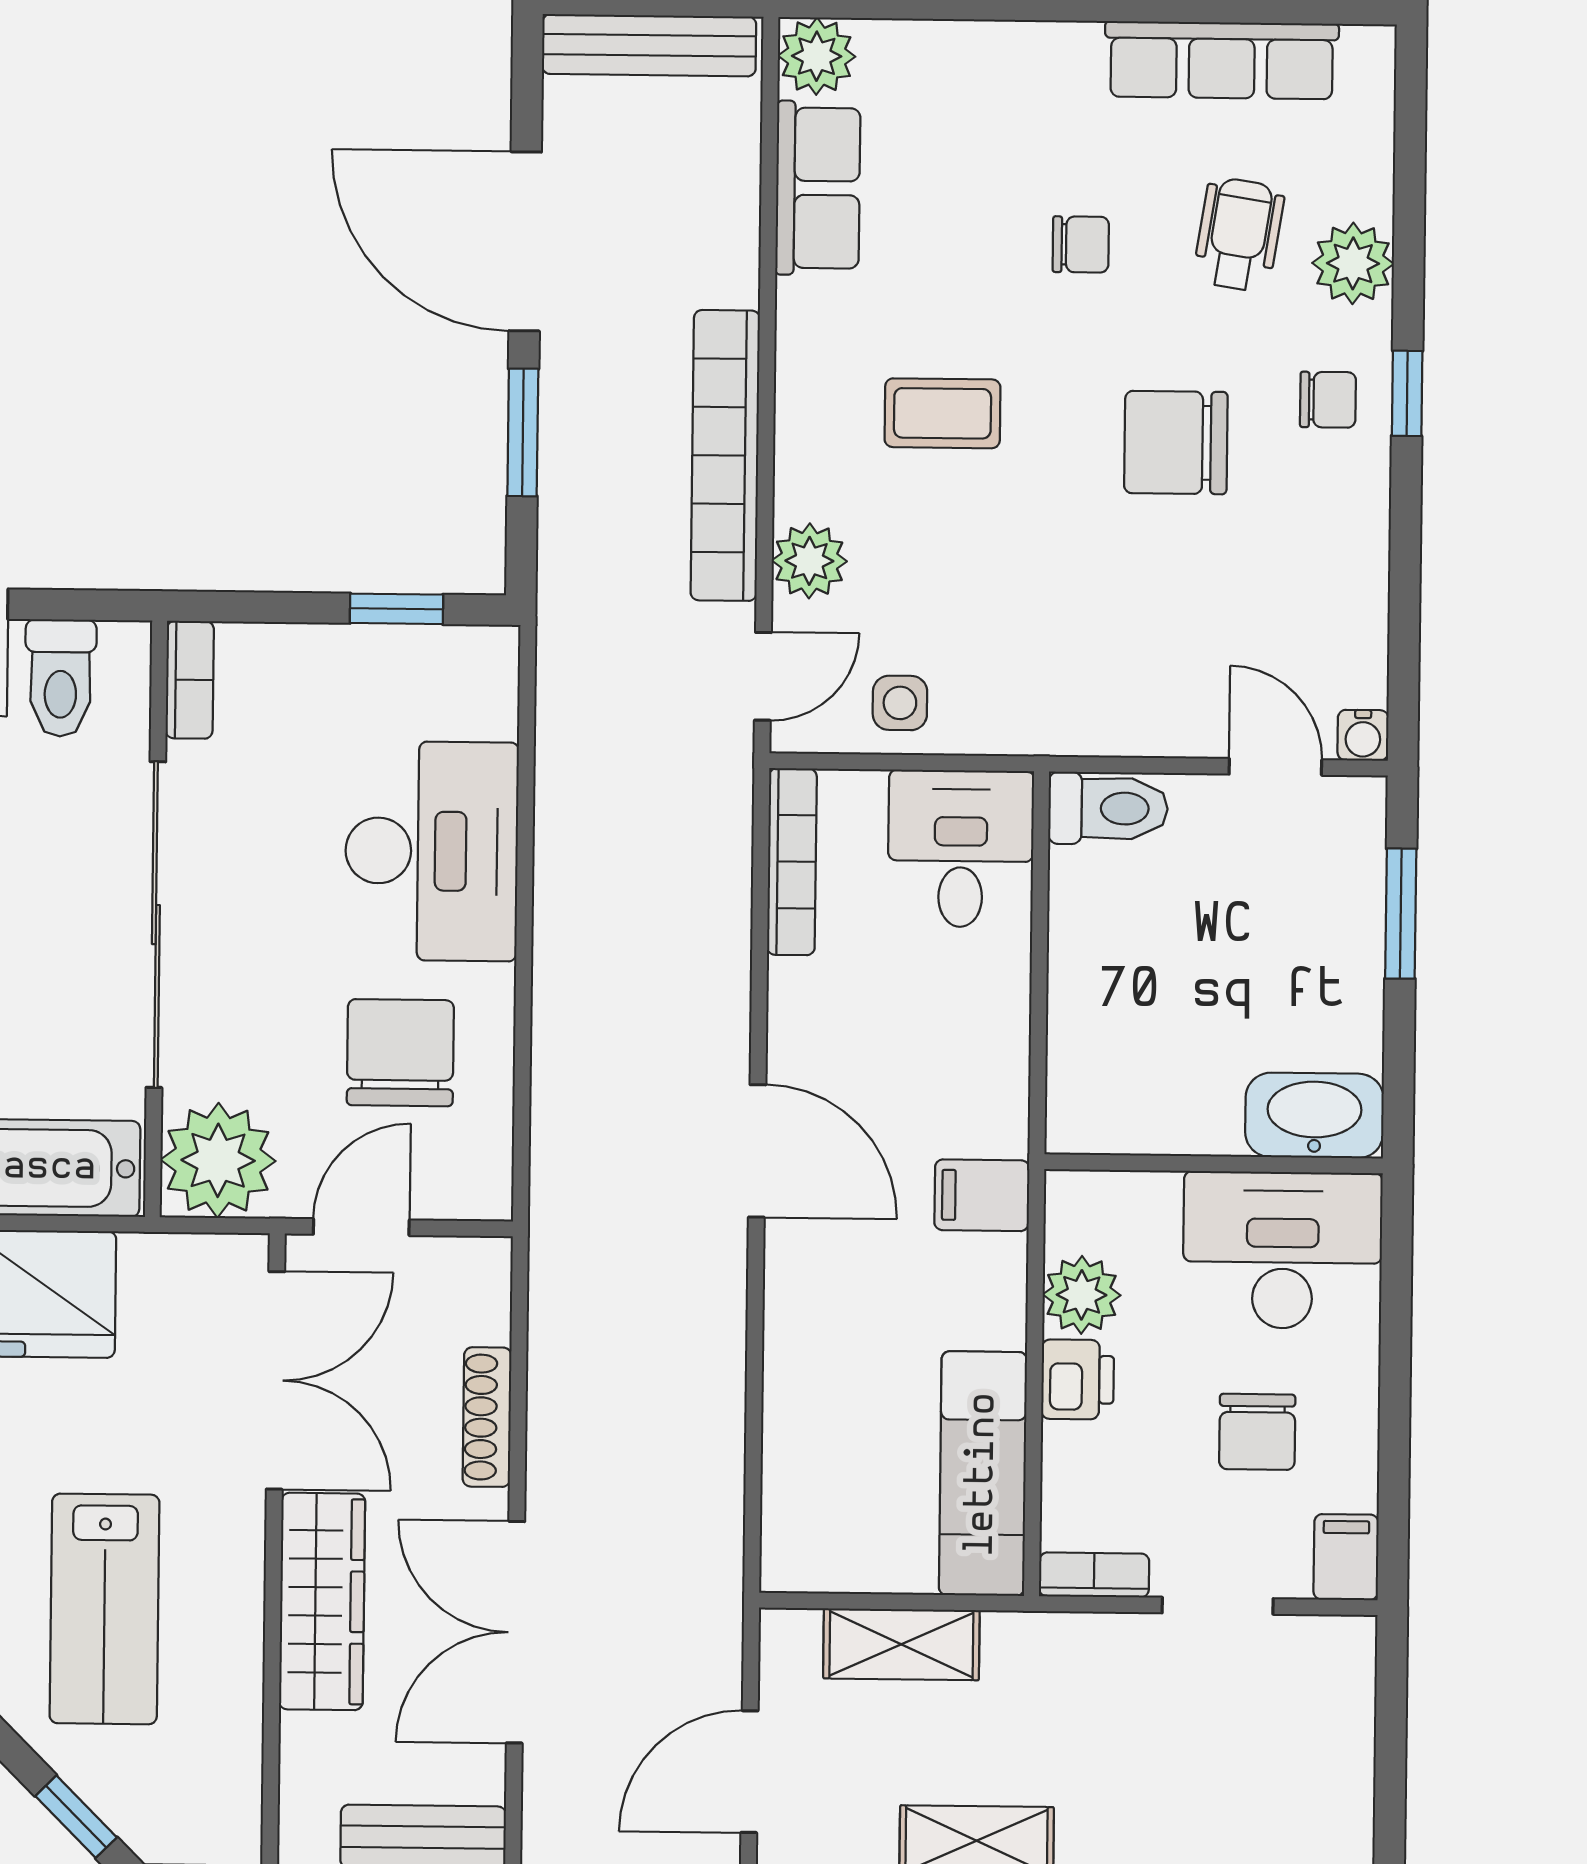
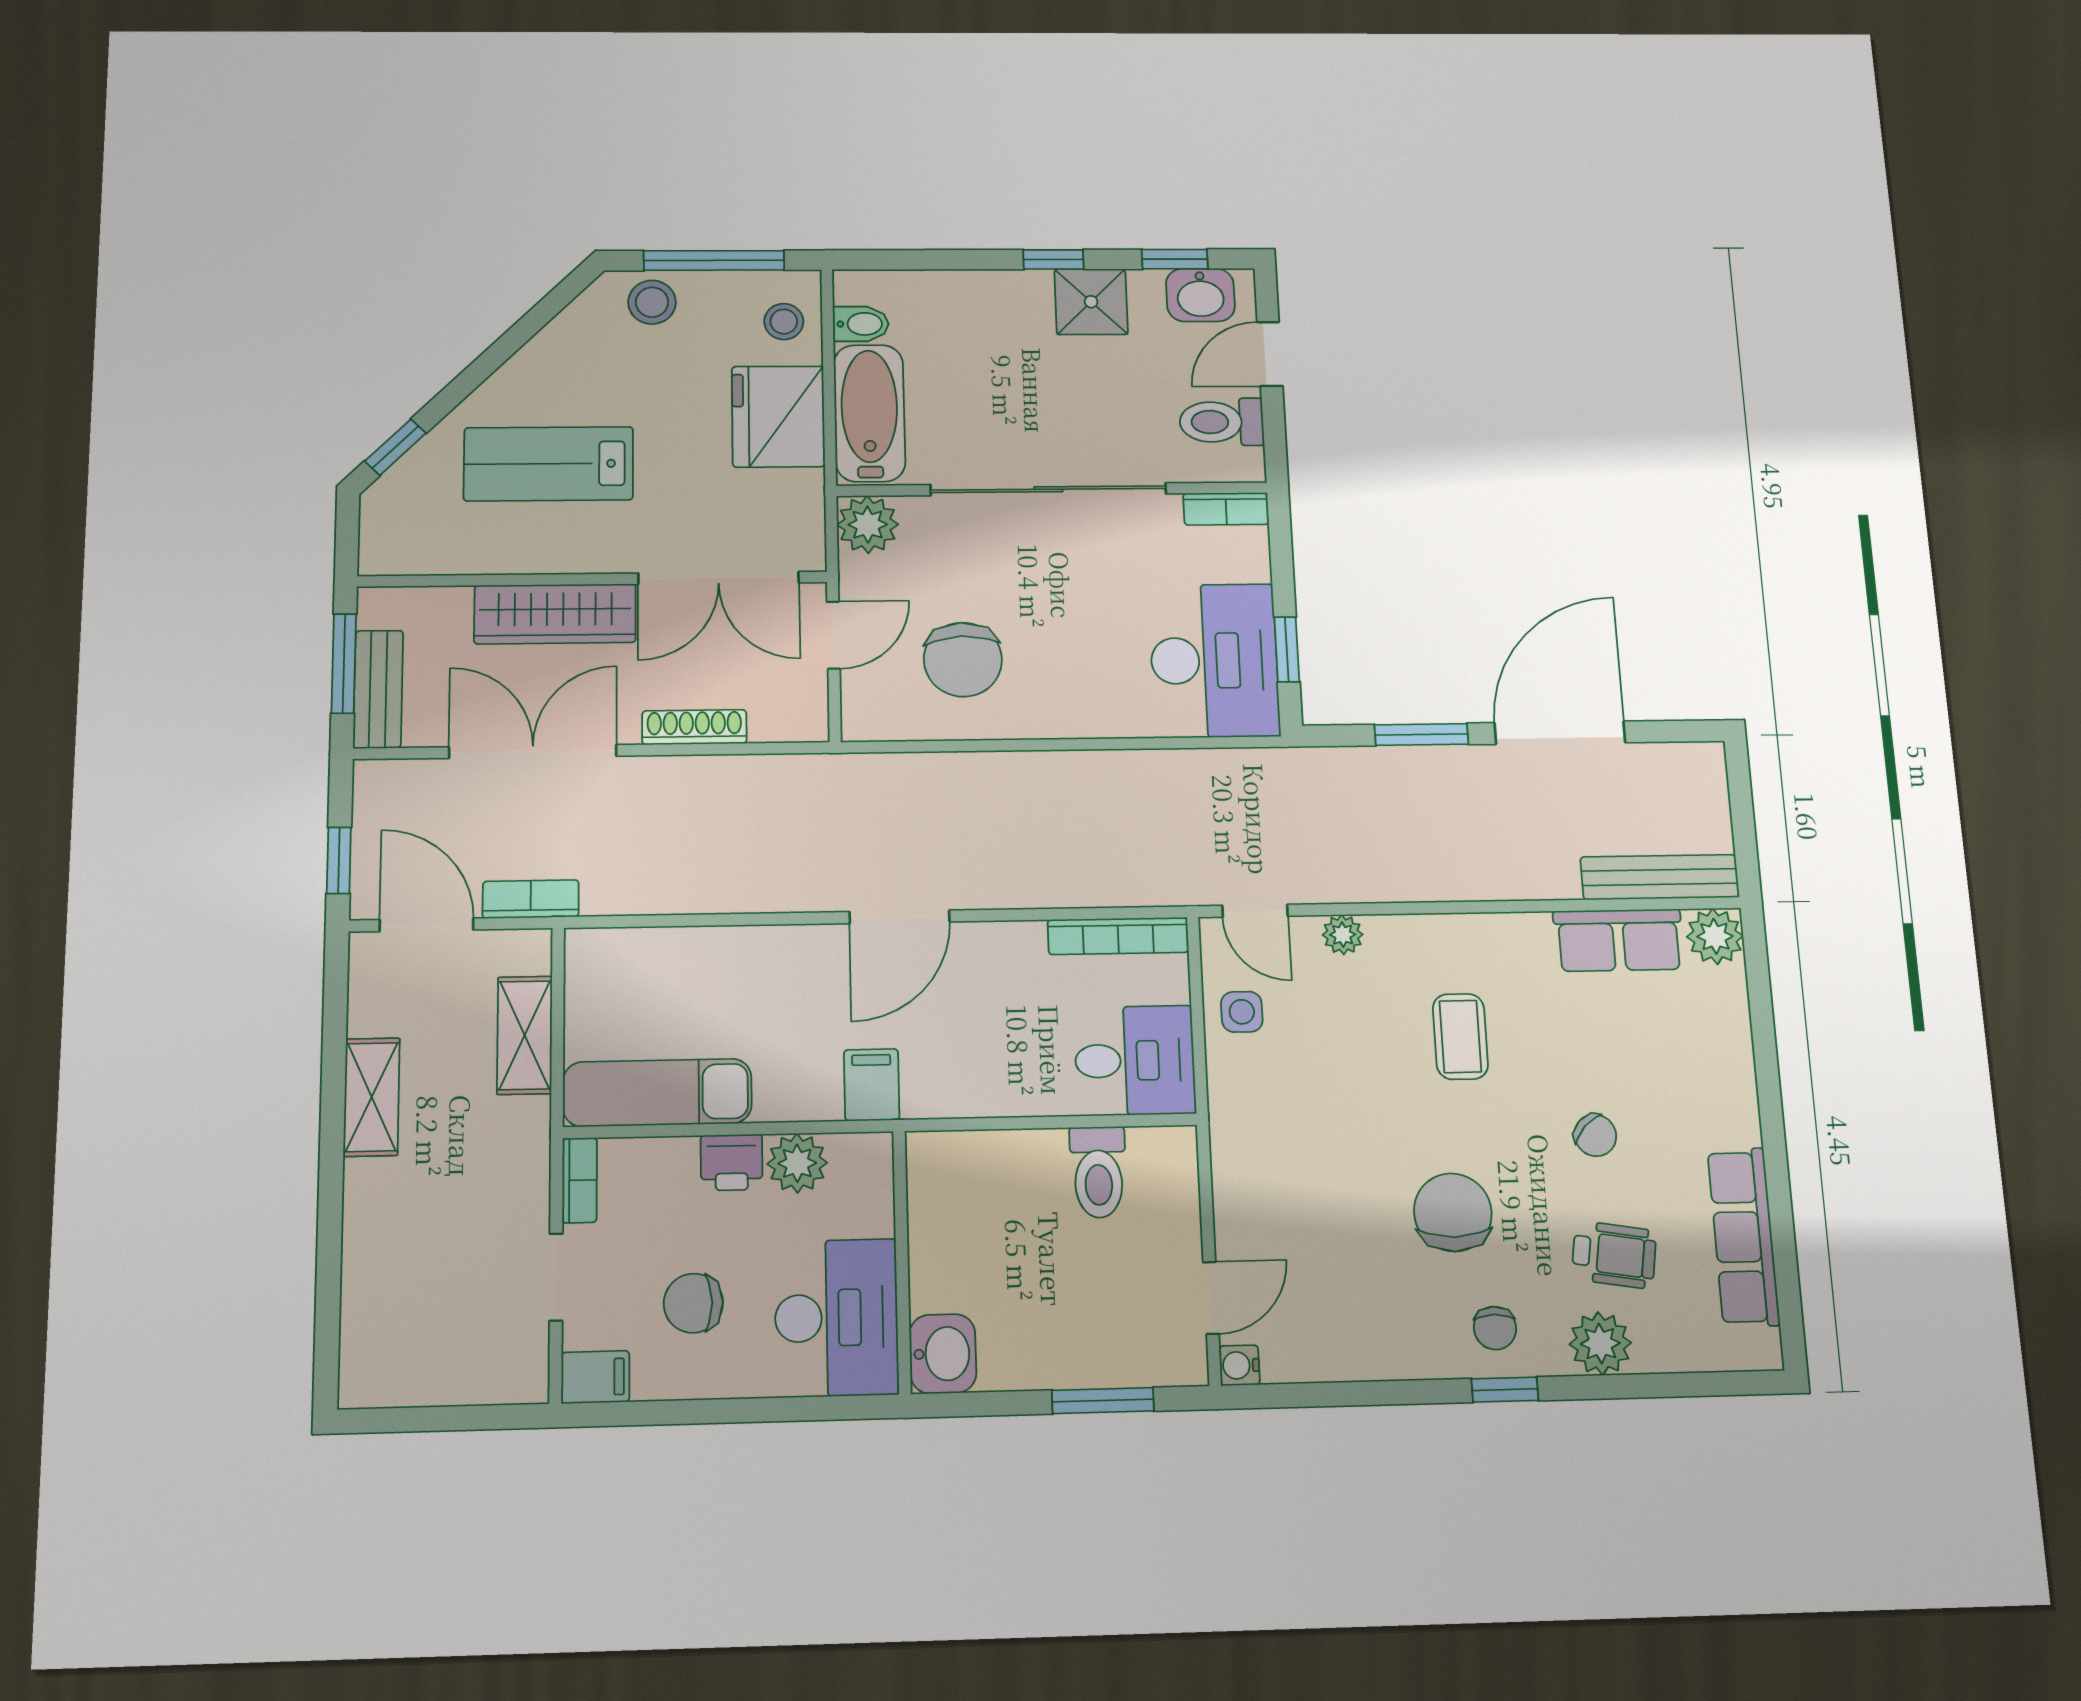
bench: (649, 45) -> (1660, 877), moved, turned 90
chair: (1081, 244) -> (1595, 1135), turned -46
bookcase: (725, 455) -> (531, 899), moved, width x0.43, depth x0.76
plant: (809, 561) -> (1343, 935), width x0.73, depth x0.73
toilet: (1108, 808) -> (1098, 1172), moved
desk: (432, 851) -> (1214, 660), moved, turned -90
chair: (400, 1053) -> (963, 660), turned 88
washbasin: (1314, 1115) -> (943, 1354), width x0.72
plant: (218, 1160) -> (868, 525), width x0.73, depth x0.73
door: (361, 1227) -> (833, 635), hinge flipped

